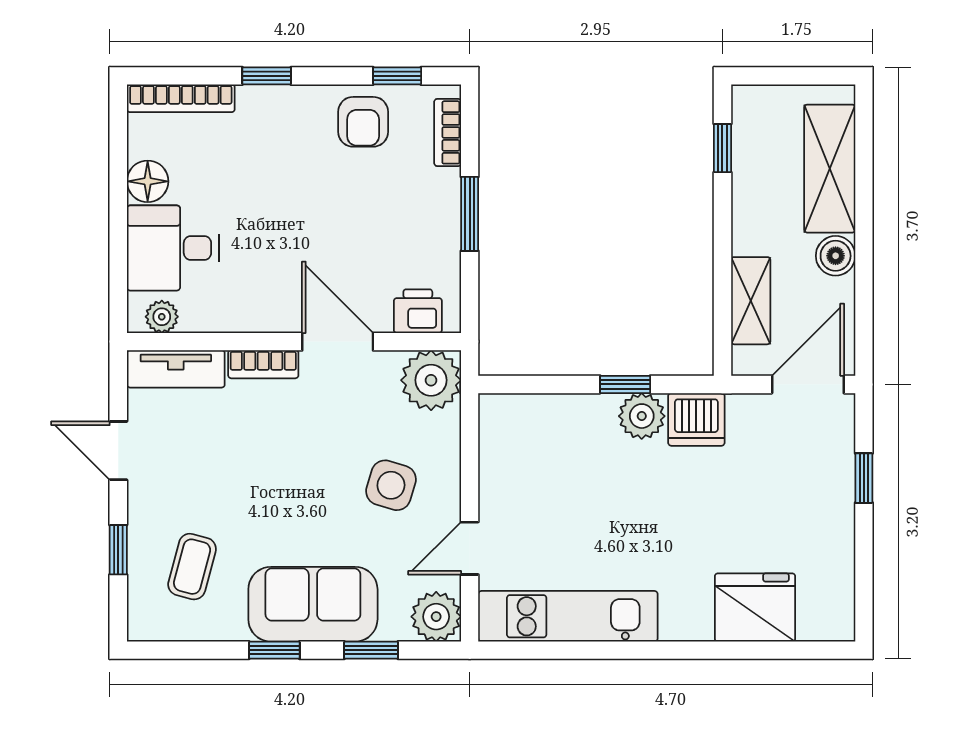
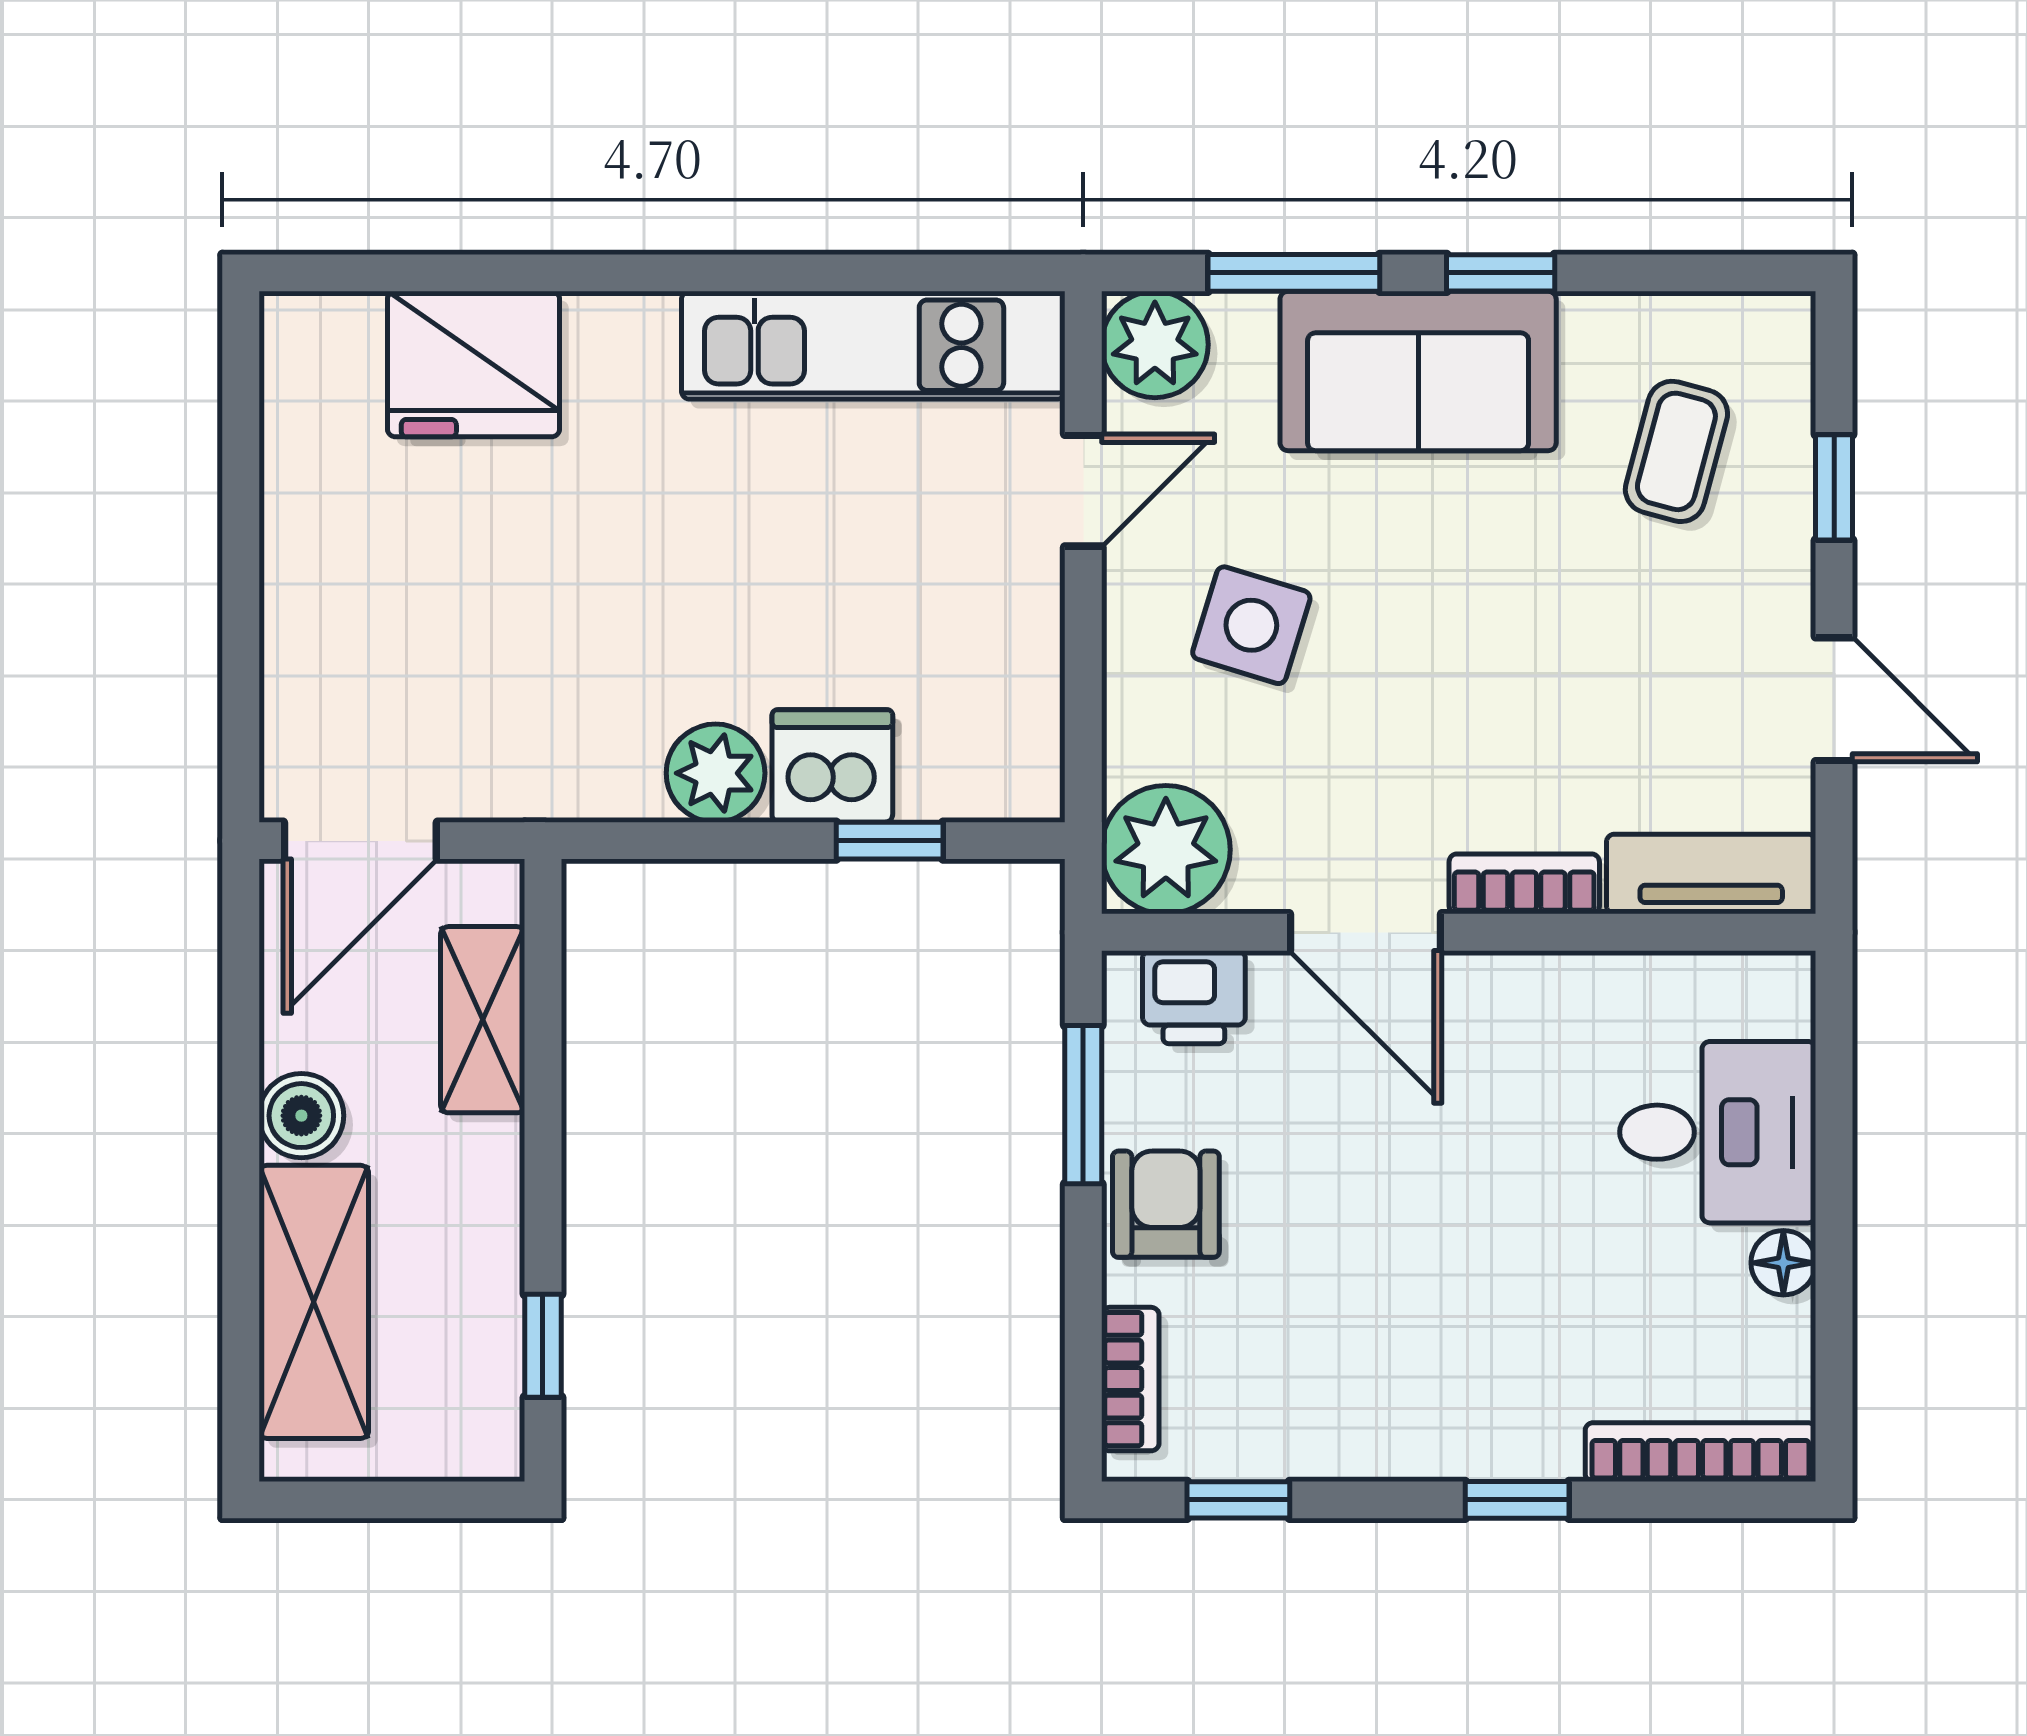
armchair: (363, 122) -> (1166, 1204), moved
floor lamp: (148, 181) -> (1783, 1263), width x0.73, depth x0.73
window: (470, 214) -> (1083, 1105), moved
plant: (162, 317) -> (1741, 985), removed
window: (625, 384) -> (890, 841), moved
dishwasher: (696, 419) -> (832, 766), moved
window: (864, 478) -> (241, 641), removed
window: (371, 650) -> (1294, 273), width x1.50

